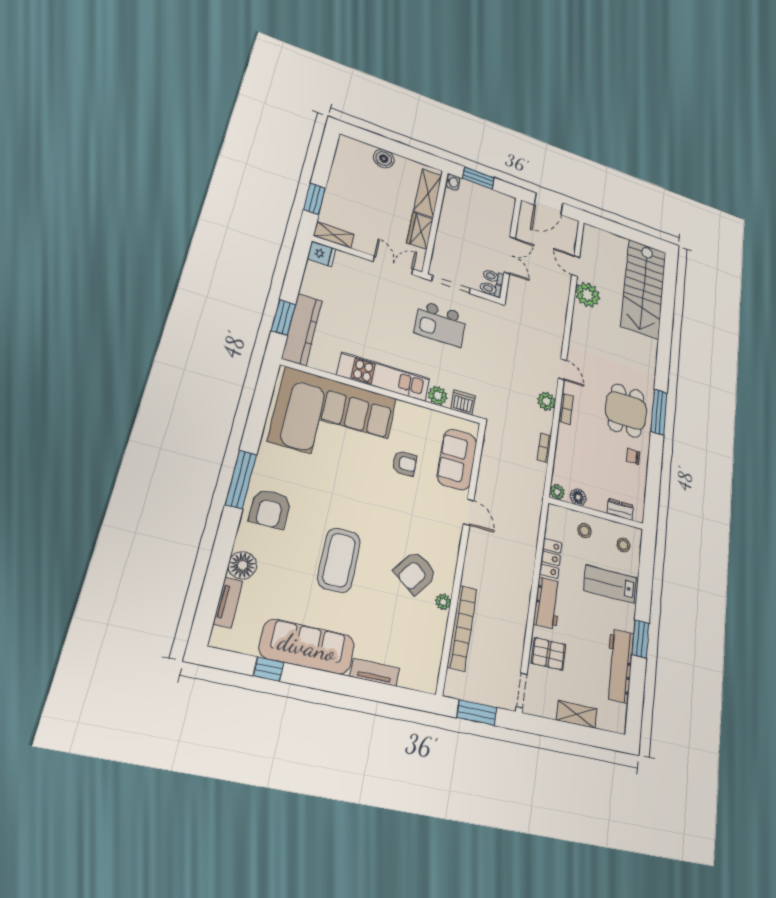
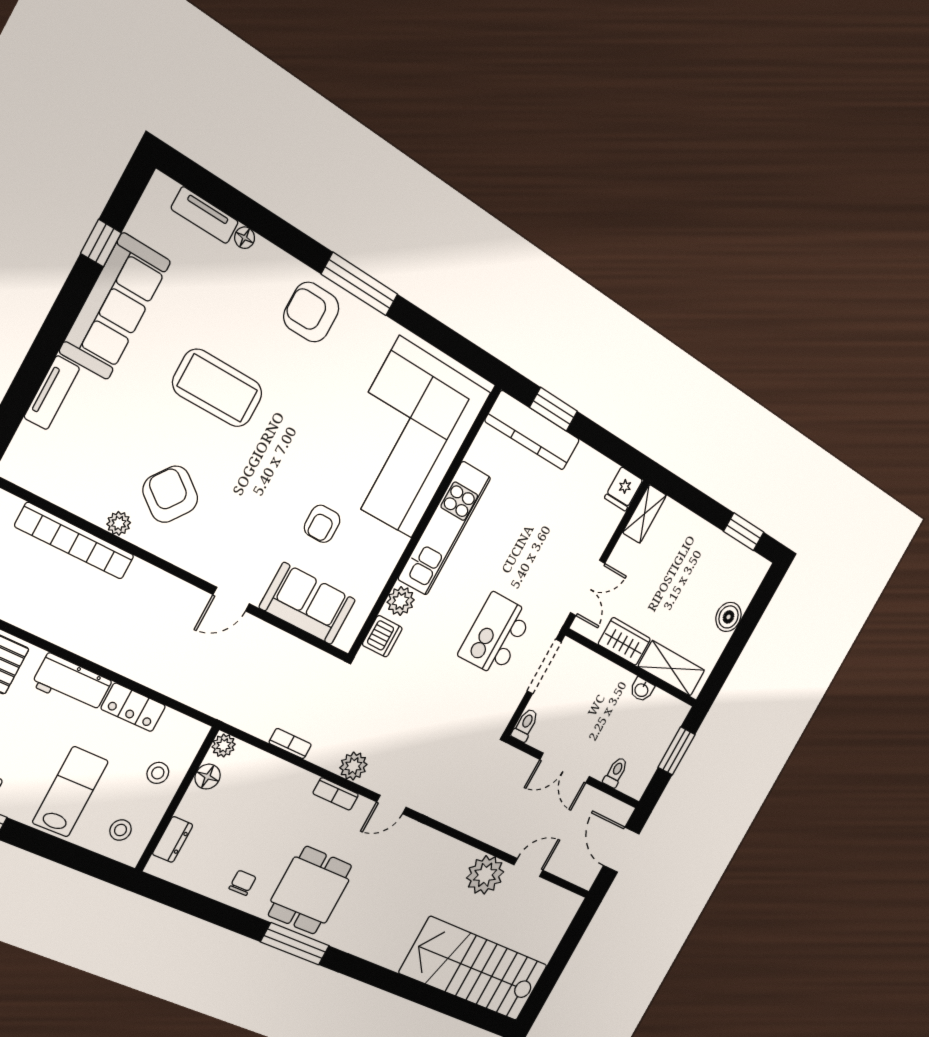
washbasin: (453, 182) -> (642, 690), moved
window: (315, 199) -> (744, 532), moved
toilet: (493, 277) -> (616, 772), moved
dining table: (626, 410) -> (310, 890), turned 90
floor lamp: (242, 565) -> (245, 238), width x0.53, depth x0.53

